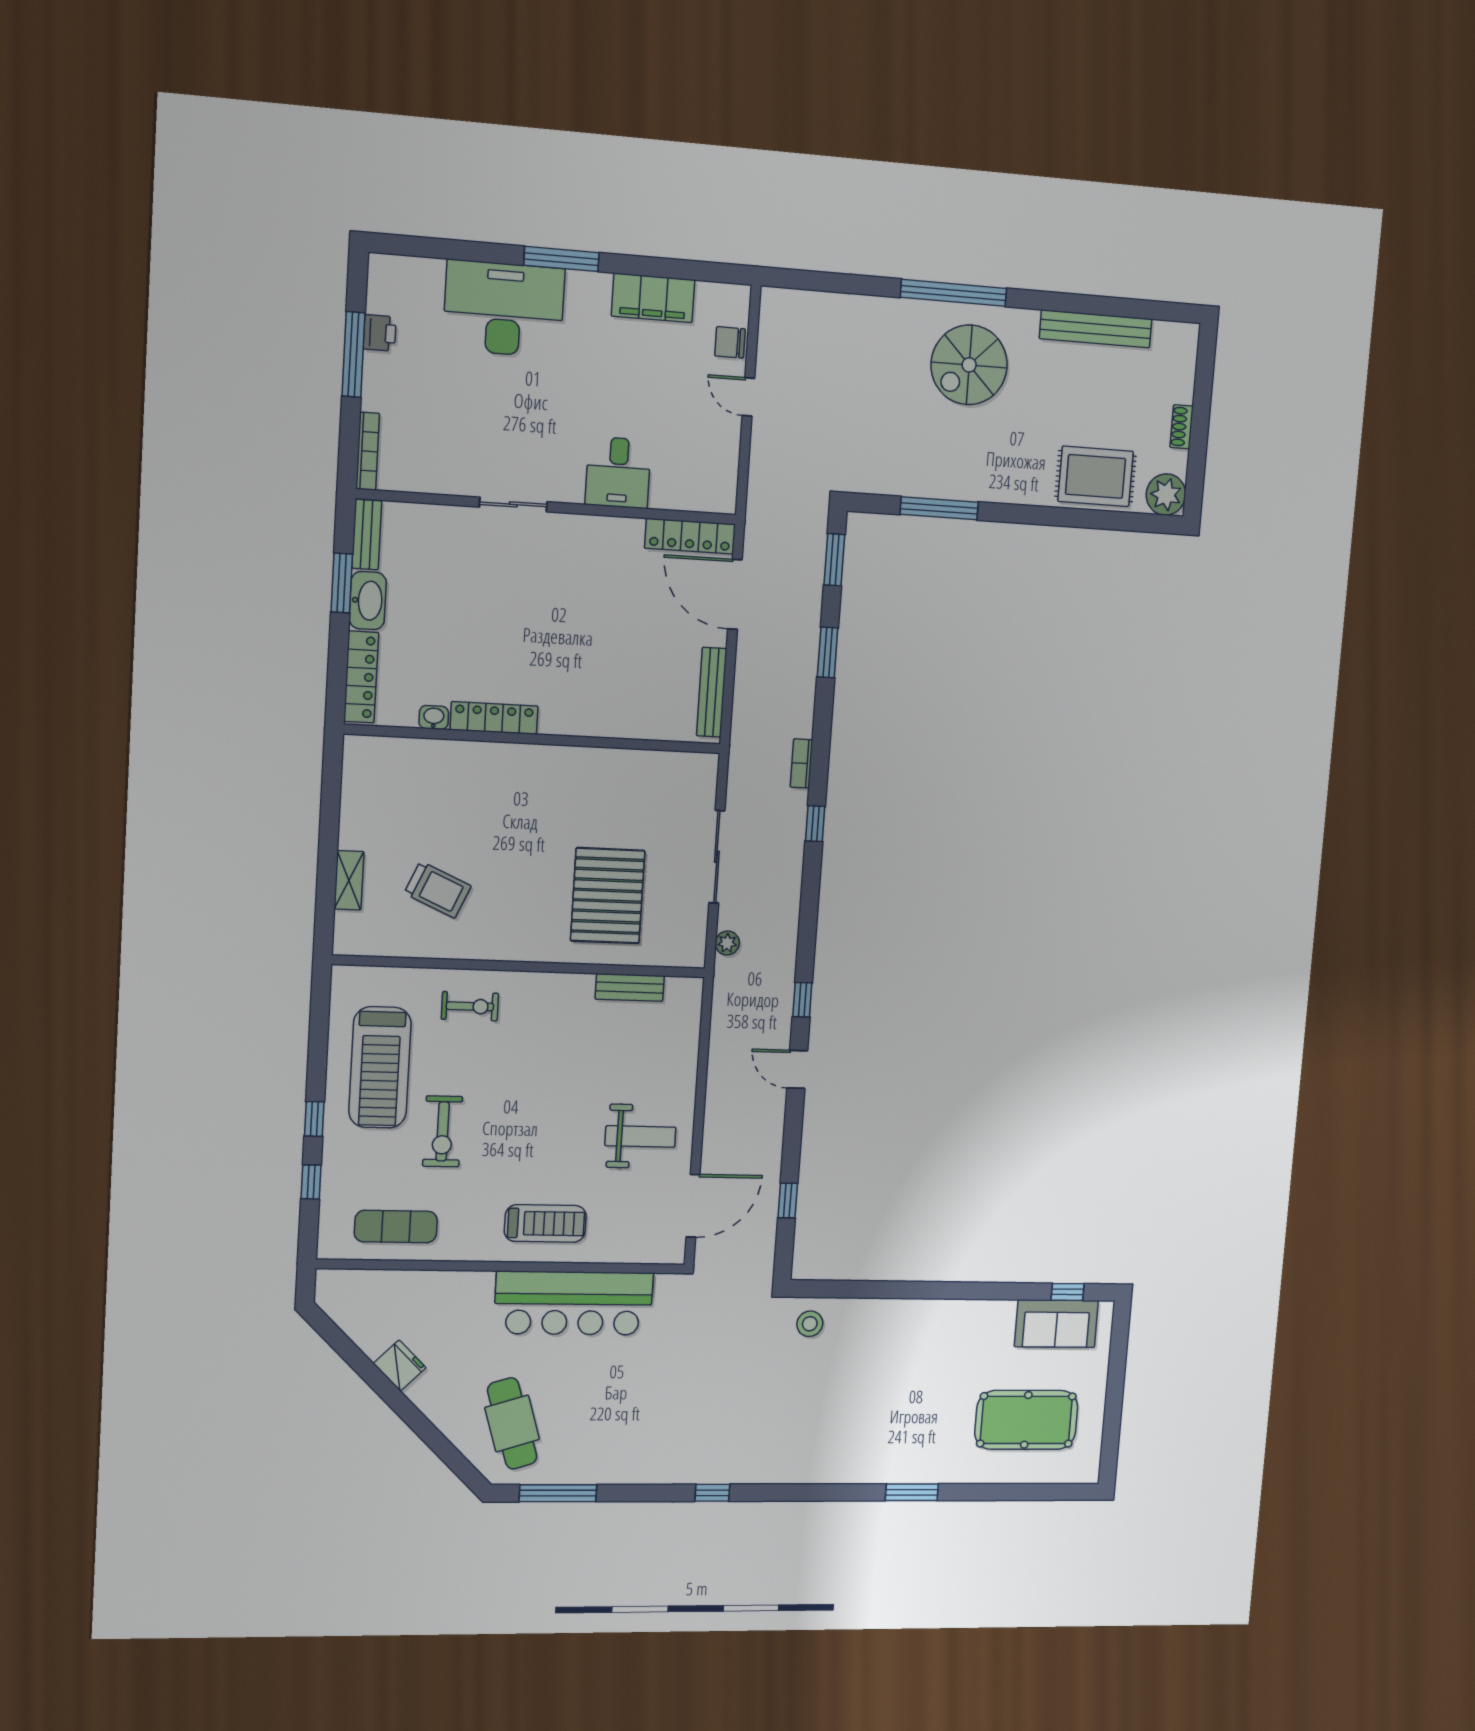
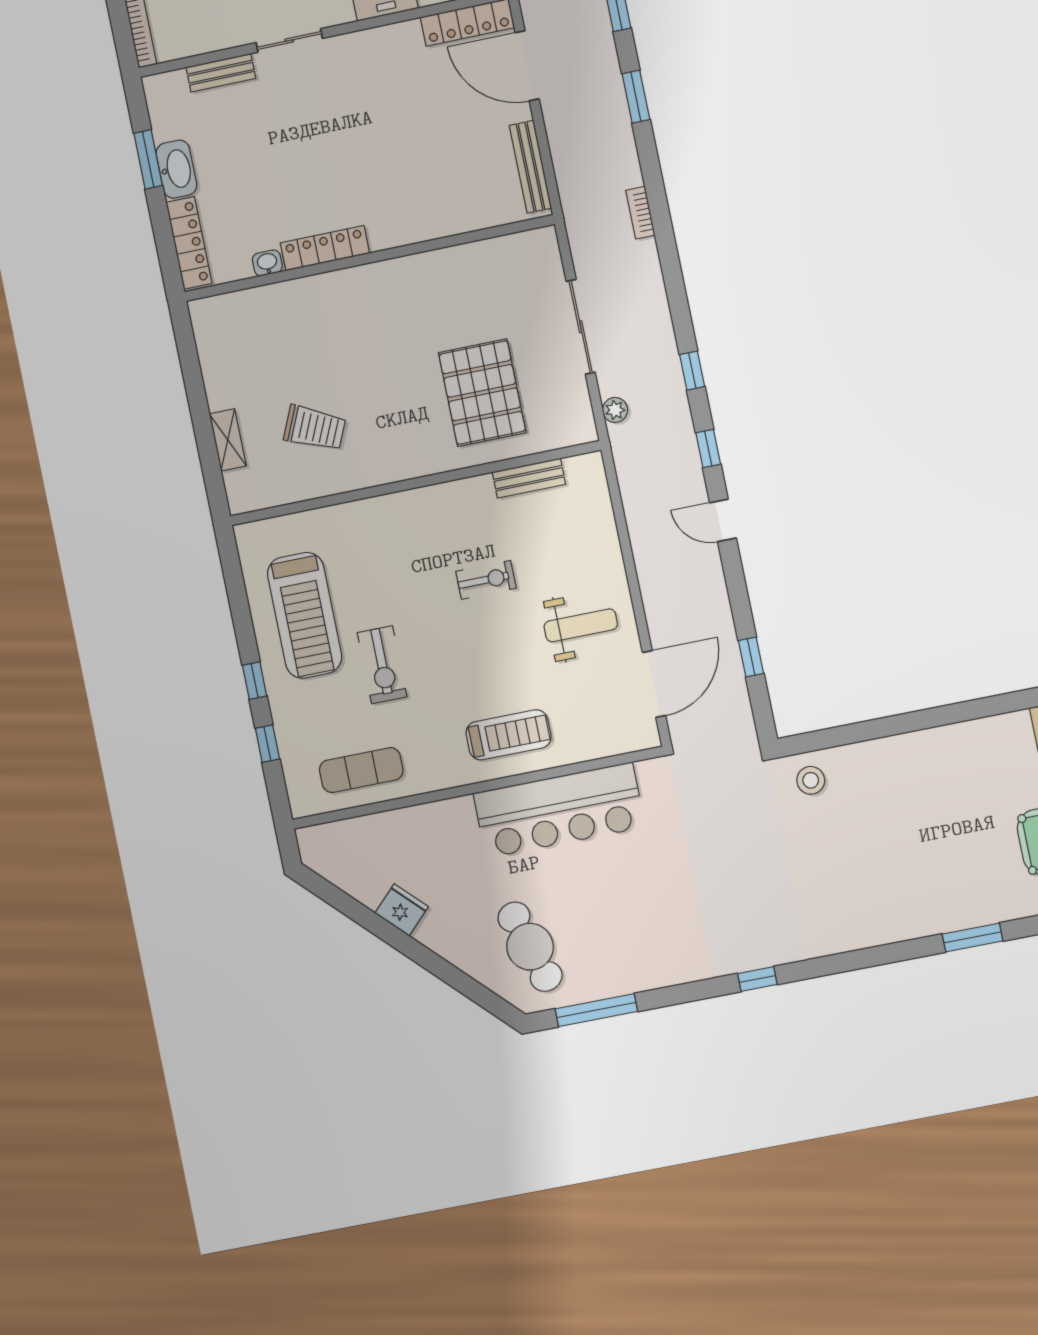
bench: (367, 535) -> (221, 73), moved, turned 90
window: (815, 824) -> (692, 371), moved
exercise bike: (470, 1006) -> (486, 580), moved

